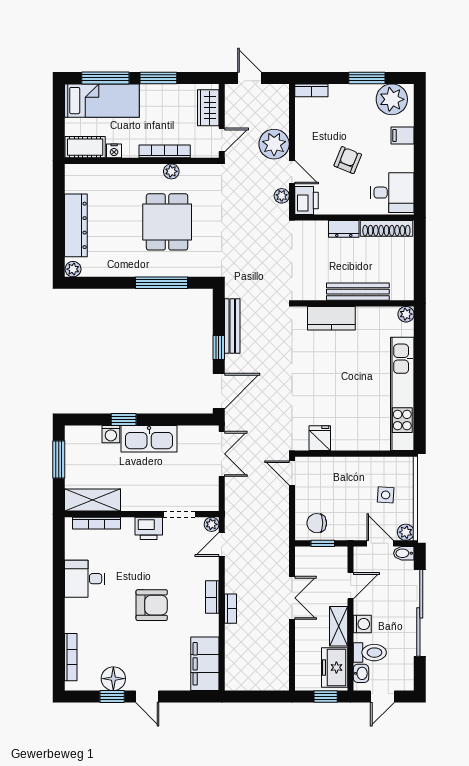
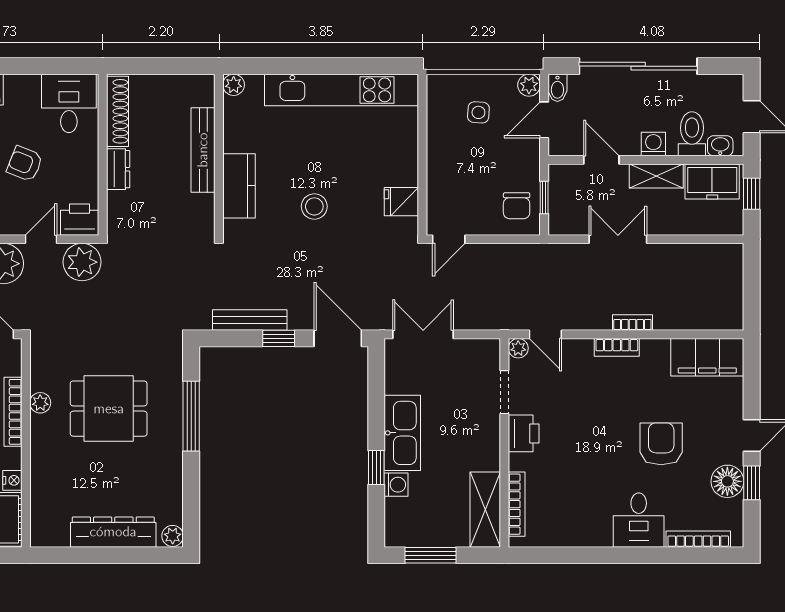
plant: (282, 196) -> (82, 262), width x1.88, depth x1.88
stool: (316, 374) -> (314, 206), added
desk: (85, 579) -> (639, 520), moved
armchair: (152, 605) -> (661, 444), moved

